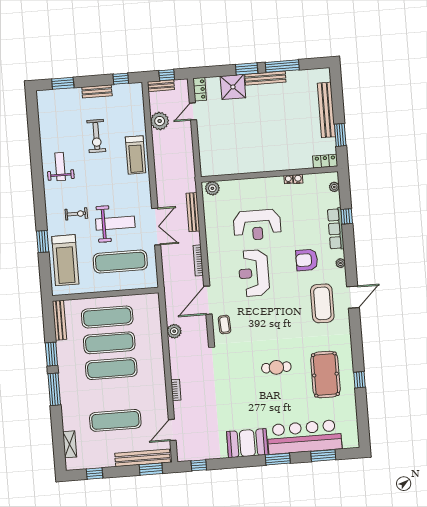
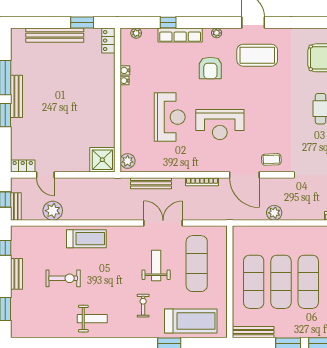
shower: (233, 87) -> (102, 160), moved
weight bench: (60, 167) -> (92, 319), turned 180
weight bench: (115, 223) -> (156, 266), width x0.73, depth x0.75

